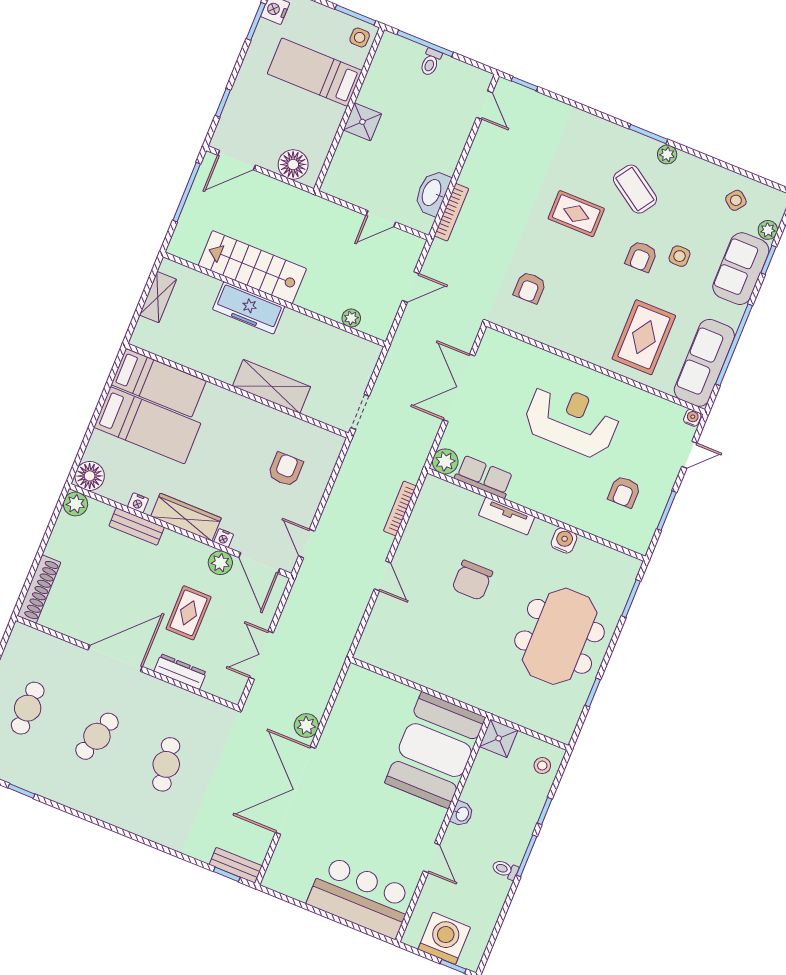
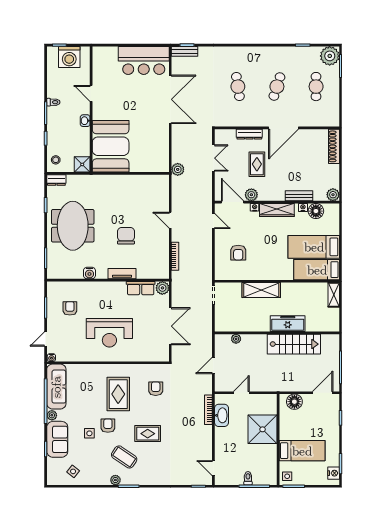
shower: (362, 122) -> (263, 429), width x1.86, depth x1.86
plant: (768, 230) -> (52, 415), moved
shelving: (158, 297) -> (334, 295), moved
rug: (644, 337) -> (118, 394), moved
floor lamp: (90, 476) -> (316, 211), moved
plant: (306, 726) -> (178, 169), moved
dresser: (556, 729) -> (56, 180), added
bar counter: (361, 897) -> (144, 60), moved

